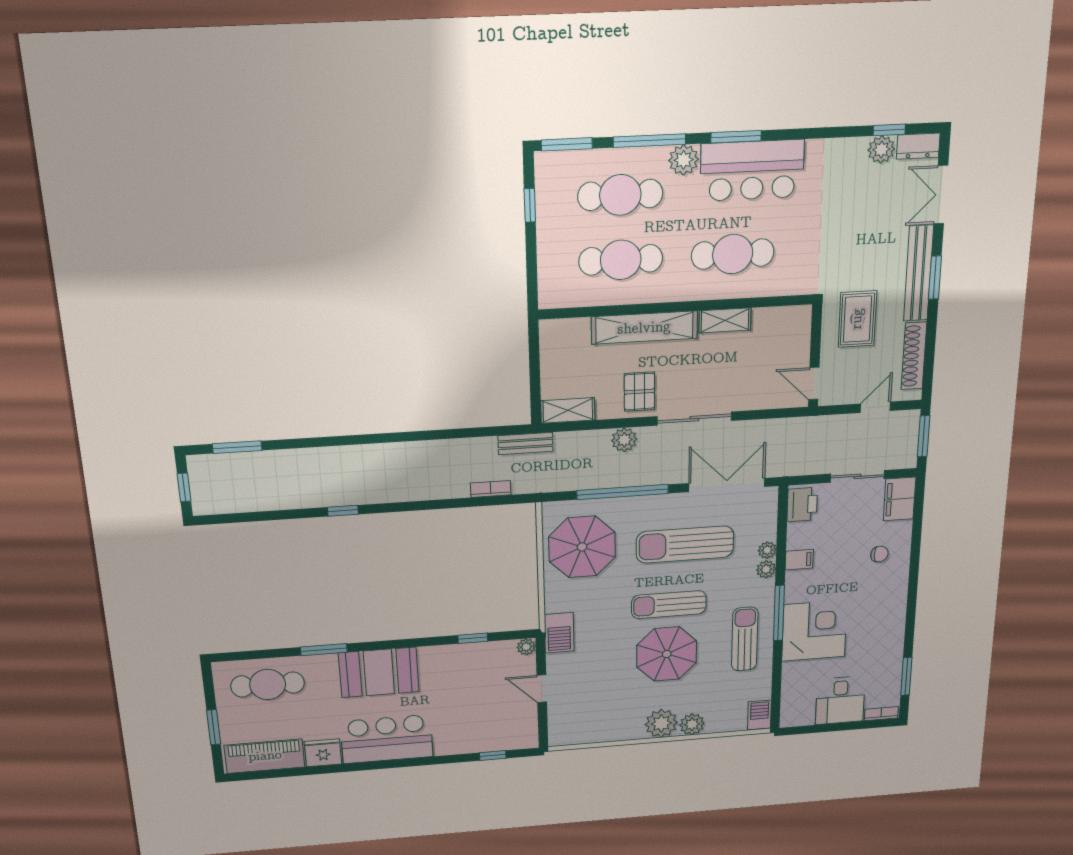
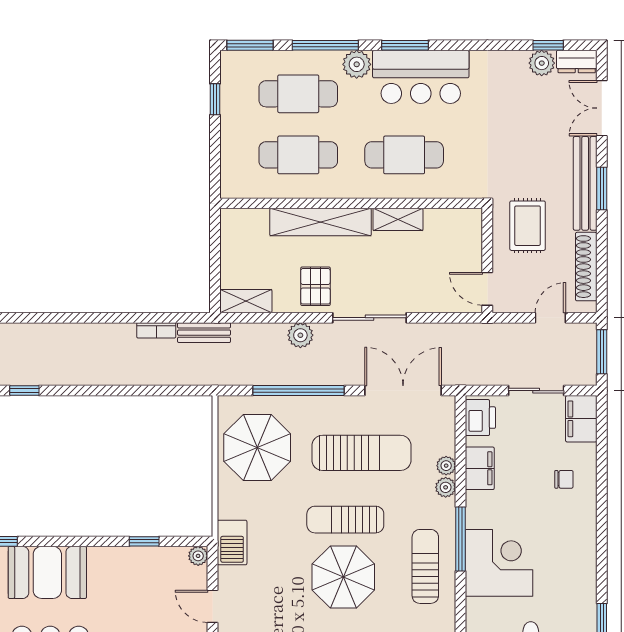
bookcase: (491, 489) -> (156, 330), moved, turned 180
sun lounger: (685, 545) -> (361, 453), turned 180
filing cabinet: (799, 560) -> (480, 468), width x2.00

